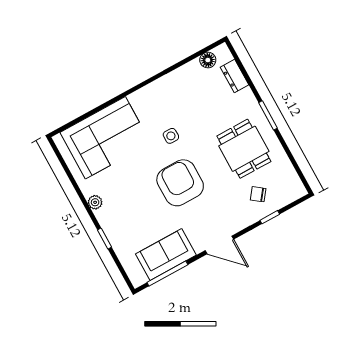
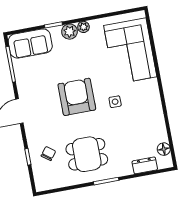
armchair: (180, 183) -> (77, 97), turned -90
plant: (106, 217) -> (70, 32), added
sofa: (166, 255) -> (30, 43), moved, turned 90

